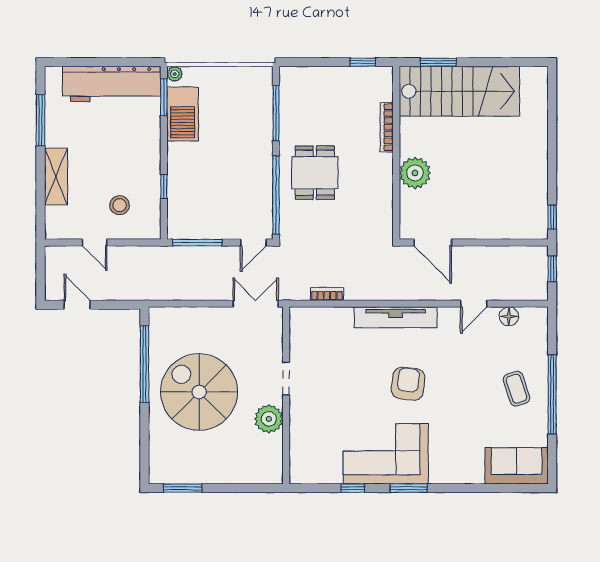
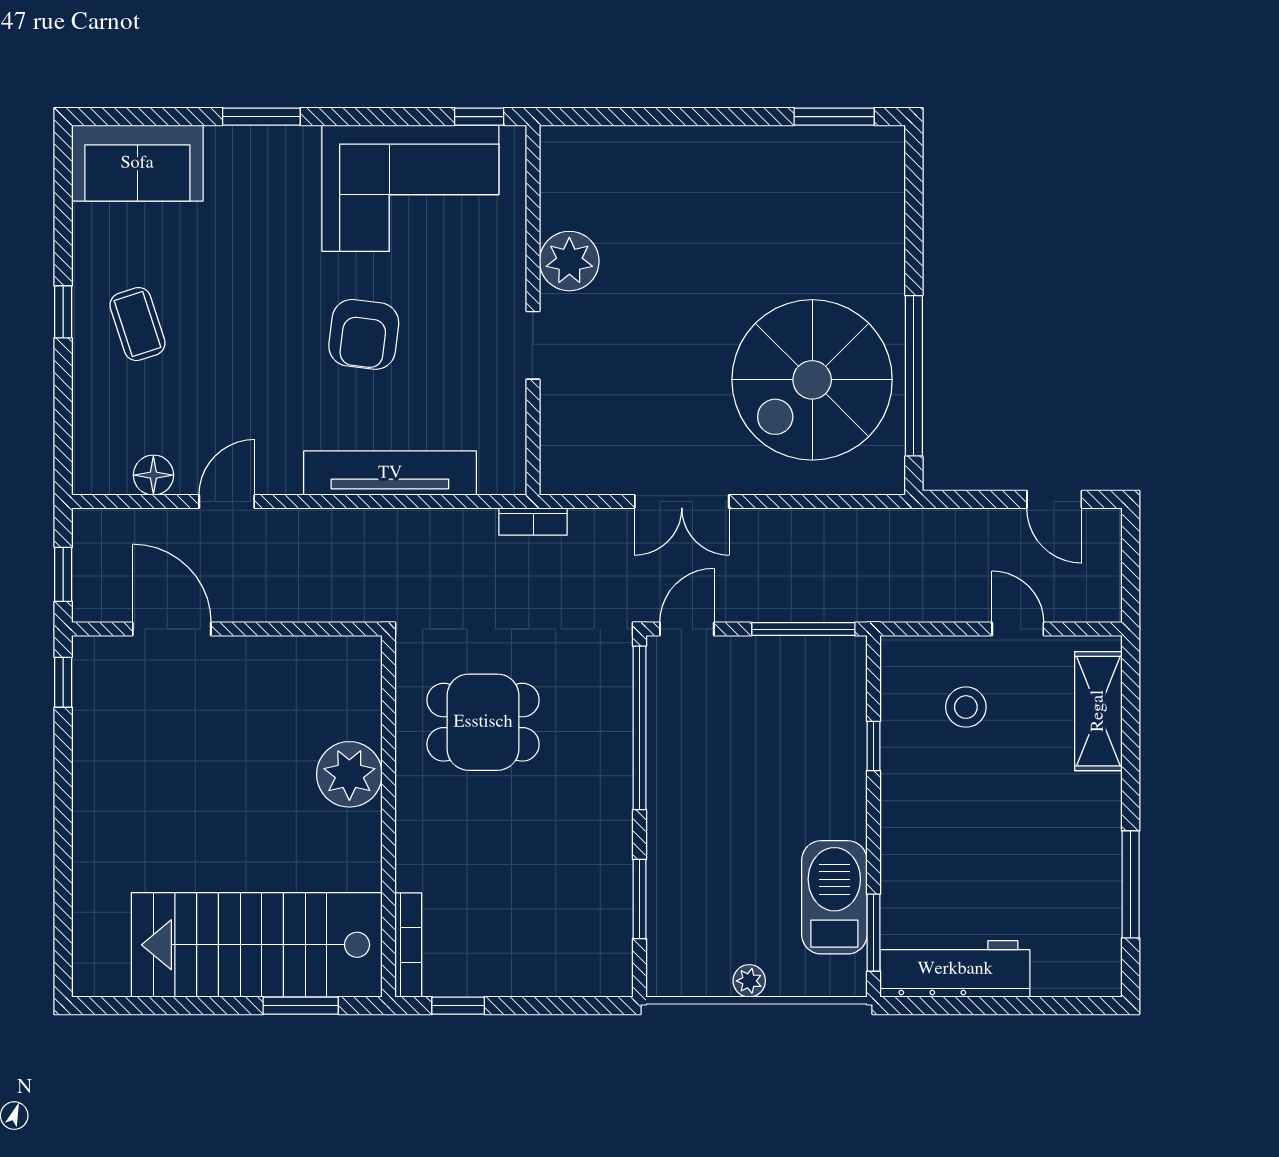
plant: (175, 74) -> (749, 981), moved
workbench: (112, 84) -> (955, 969), width x0.73, depth x0.76
window: (276, 113) -> (639, 899), width x0.69
bookcase: (387, 127) -> (408, 945), moved
dining table: (315, 173) -> (483, 722), moved, turned 90
shelving: (56, 177) -> (1098, 711), moved
door: (433, 243) -> (172, 629), moved
doorway: (286, 379) -> (533, 345), moved
spiral stairs: (199, 392) -> (812, 380), moved, turned 90
wall: (286, 395) -> (533, 310), moved
window: (552, 395) -> (63, 312), width x0.32
plant: (269, 419) -> (569, 261), moved
window: (409, 488) -> (261, 117), moved

